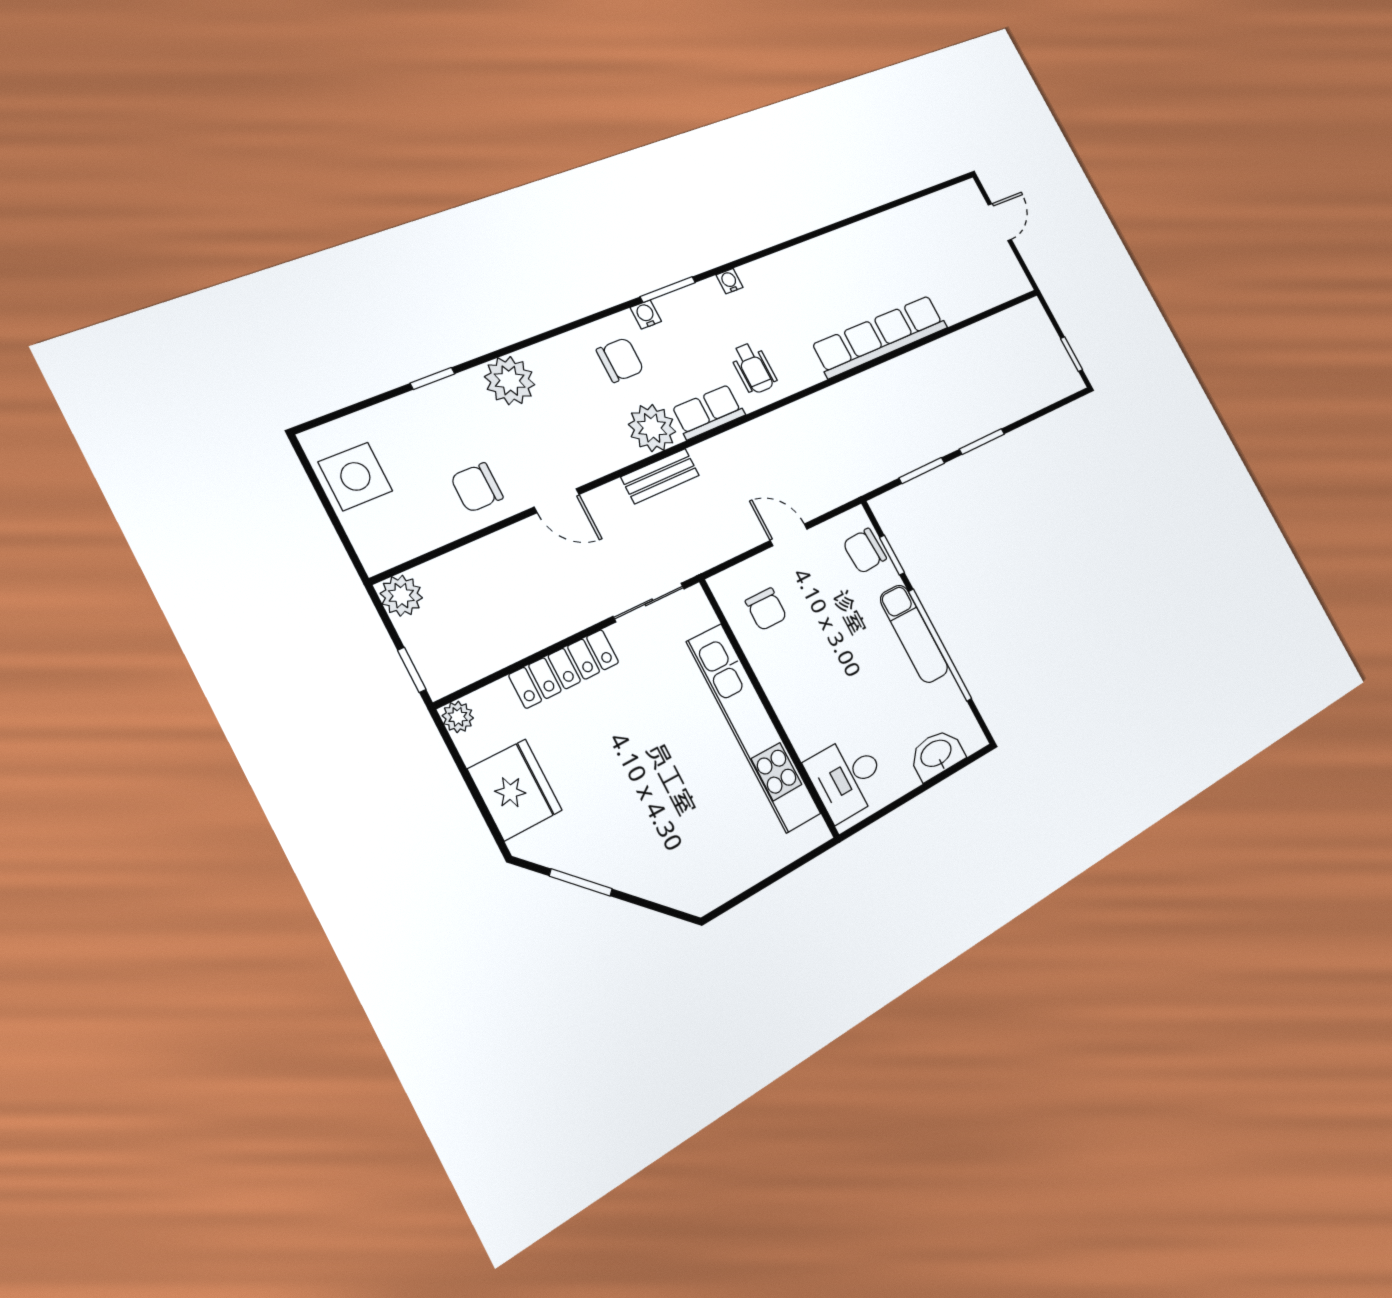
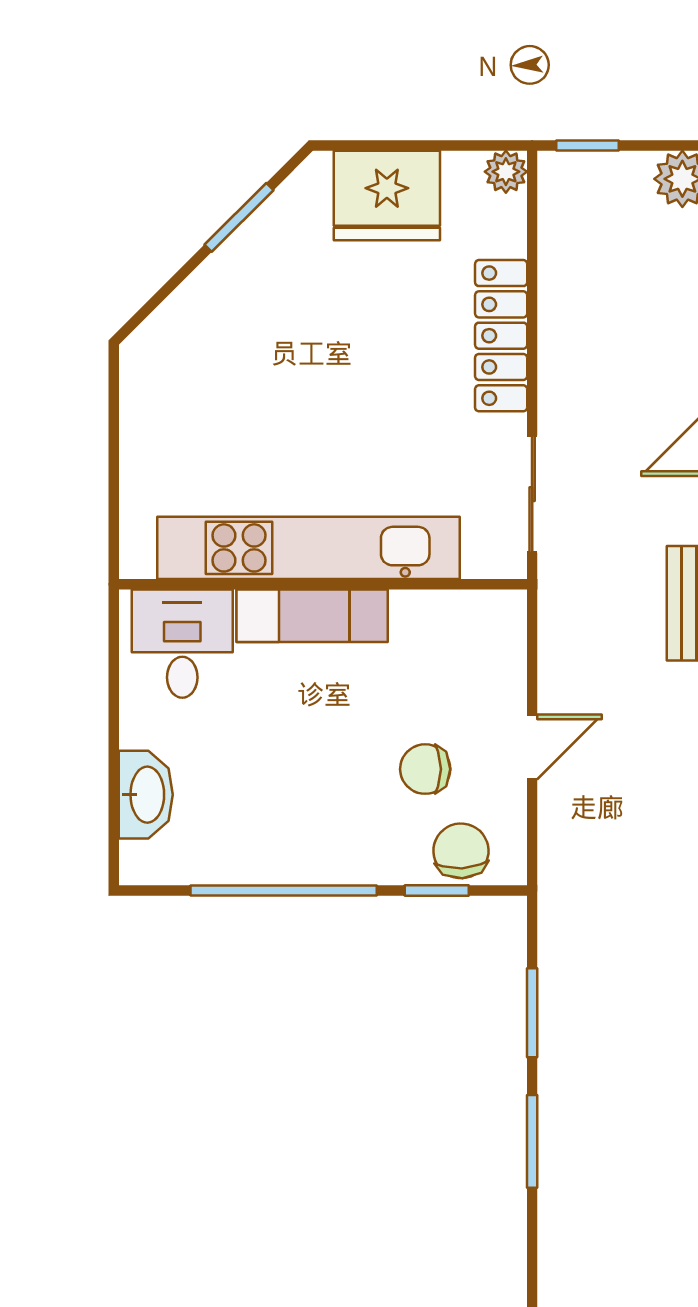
chair: (766, 609) -> (425, 769), moved
exam couch: (914, 634) -> (312, 616), moved, turned 180

